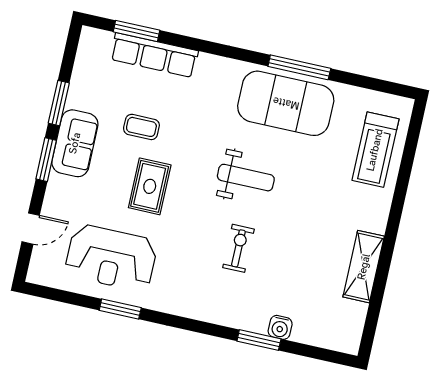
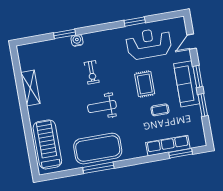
sofa: (75, 143) -> (187, 84), width x1.36
treadmill: (375, 150) -> (47, 144), width x1.37, depth x1.38
water cooler: (280, 327) -> (77, 40), moved

